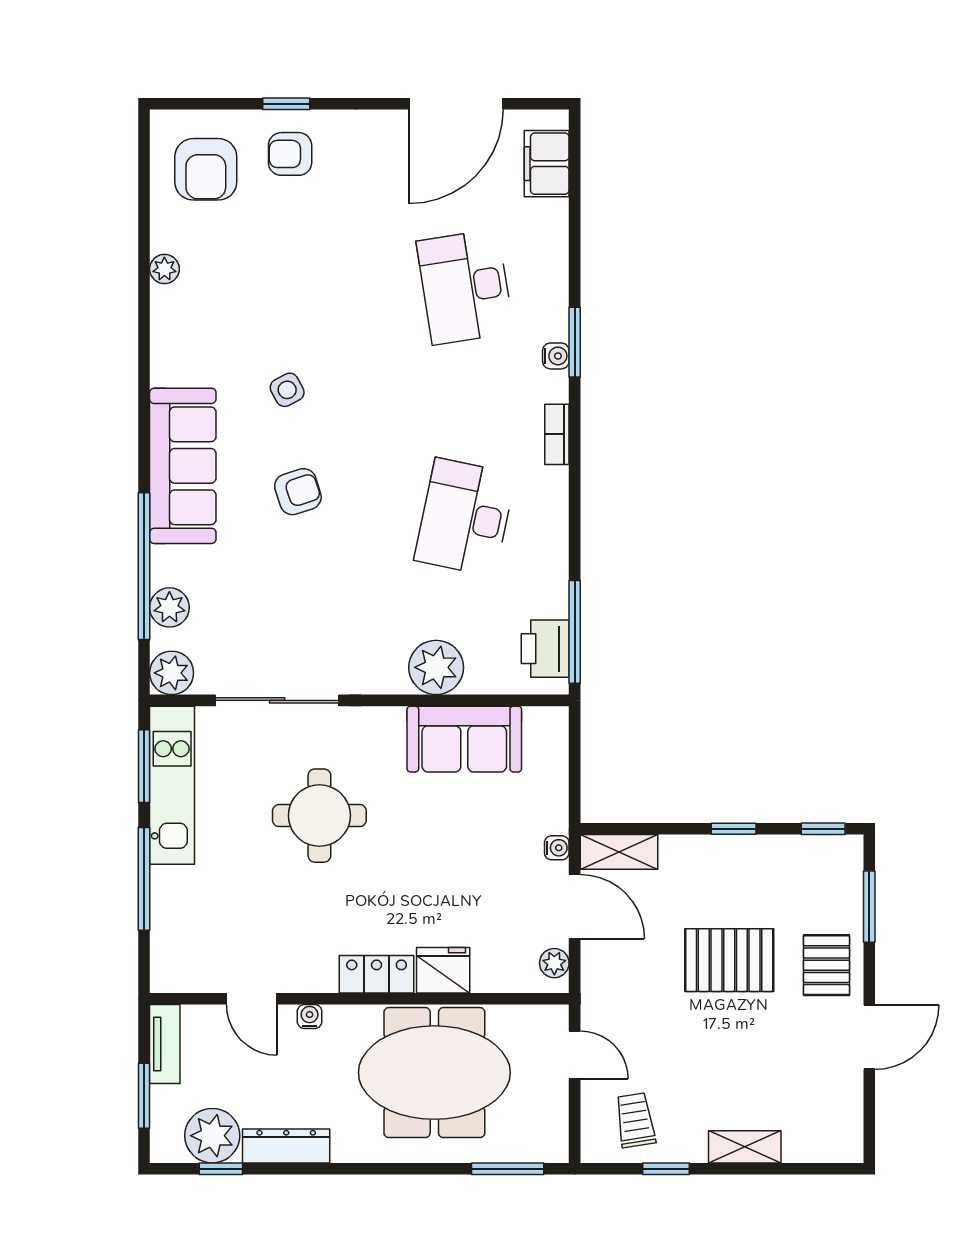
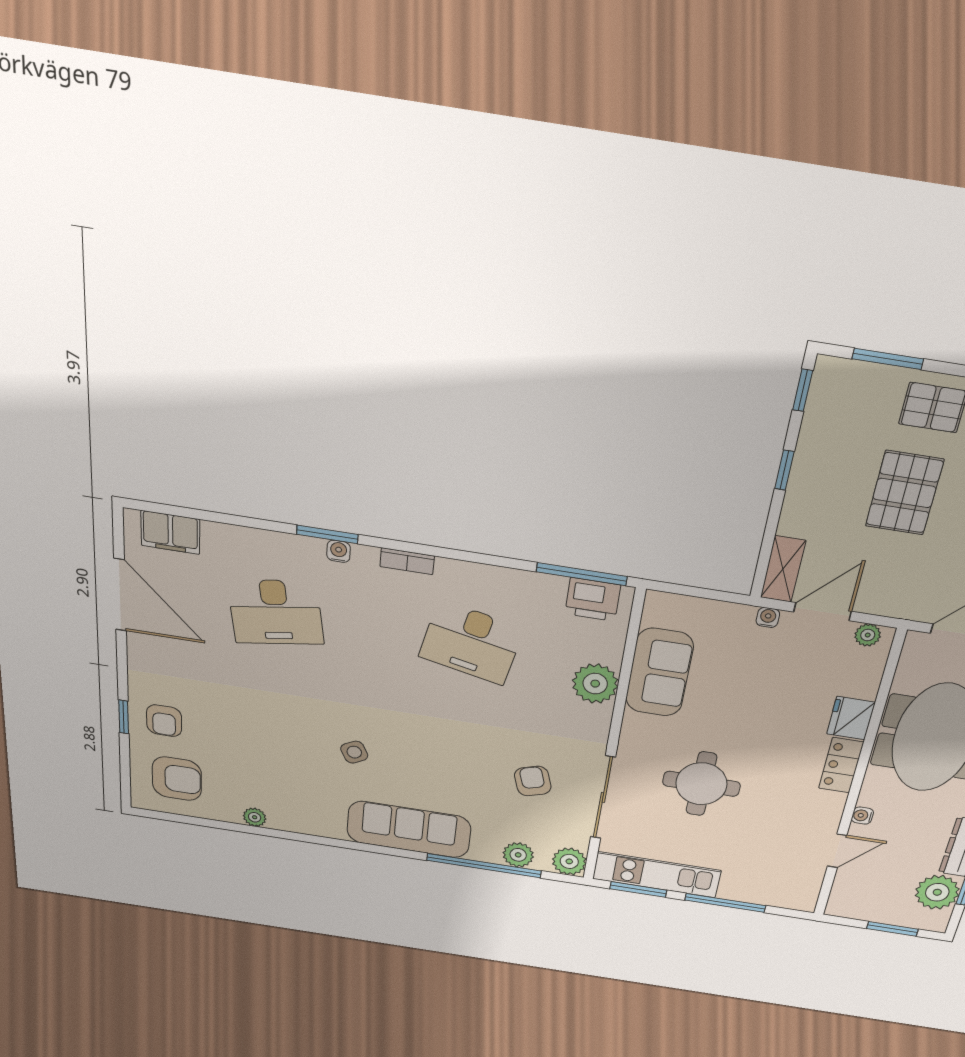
armchair: (298, 492) -> (533, 781), moved
tv unit: (165, 1044) -> (856, 910), removed

